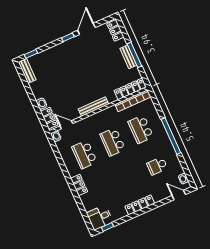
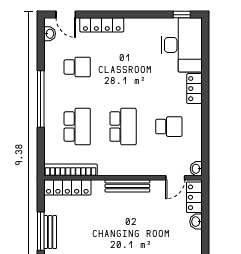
door: (66, 125) -> (175, 178), hinge flipped
school desk: (84, 155) -> (169, 127), width x0.54
locker: (140, 205) -> (102, 25), moved
desk: (100, 217) -> (182, 45), width x1.87, depth x1.30

